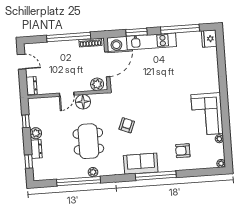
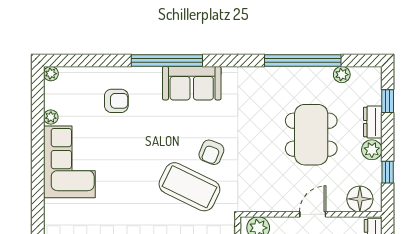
floor lamp: (83, 102) -> (360, 199), moved
coffee table: (138, 105) -> (189, 187), added
dining table: (88, 141) -> (311, 135), moved
plant: (93, 172) -> (342, 75), moved

